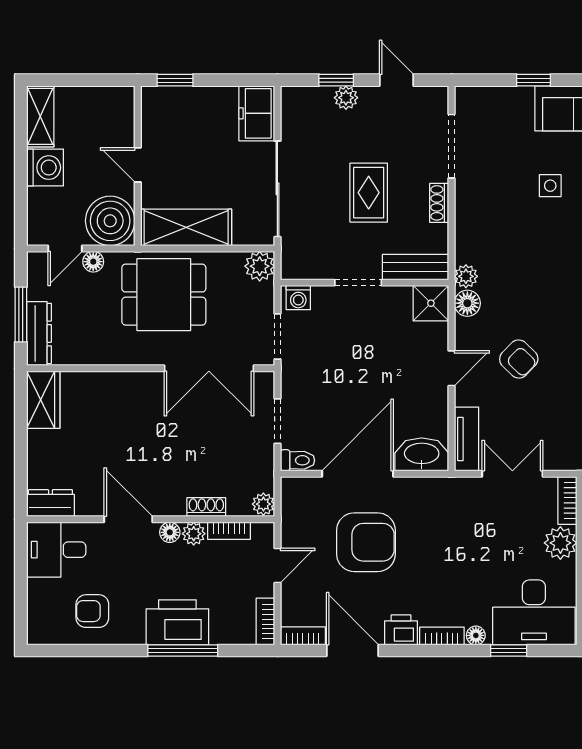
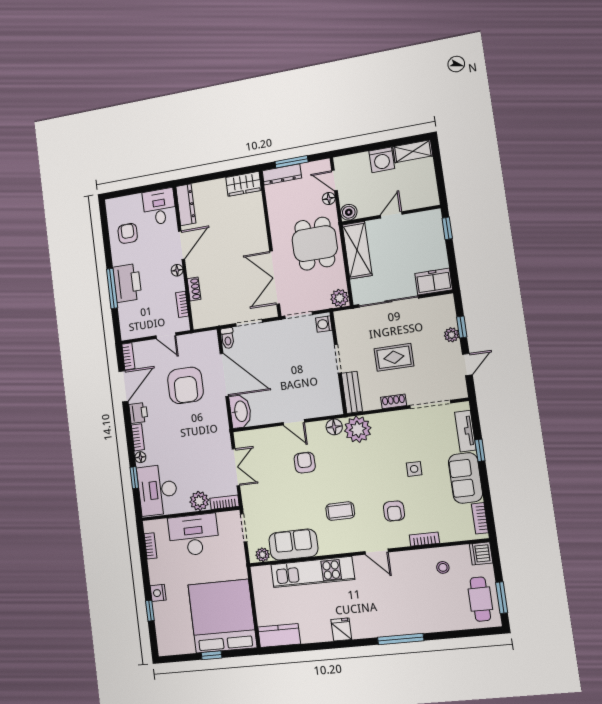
boiler: (110, 221) -> (349, 212), width x0.54, depth x0.54
plant: (466, 276) -> (358, 429), width x1.87, depth x1.87
shower: (431, 303) -> (331, 405), removed
armchair: (519, 359) -> (305, 463), turned 136
tv unit: (466, 439) -> (465, 431), moved, turned 90
dresser: (50, 503) -> (186, 205), width x1.44
plant: (263, 504) -> (200, 322), removed
plant: (194, 534) -> (178, 284), removed
bookcase: (265, 622) -> (134, 333), removed

